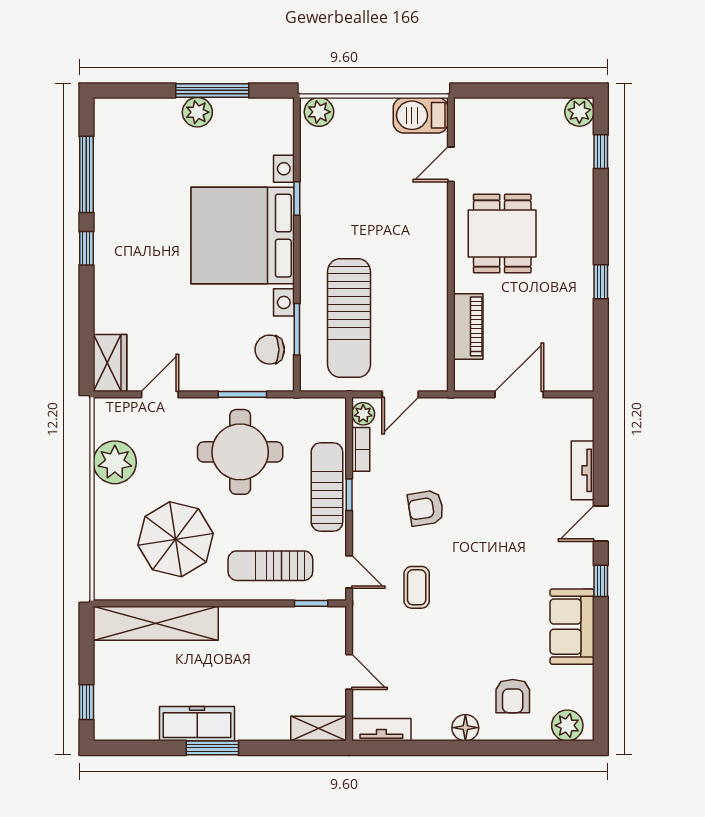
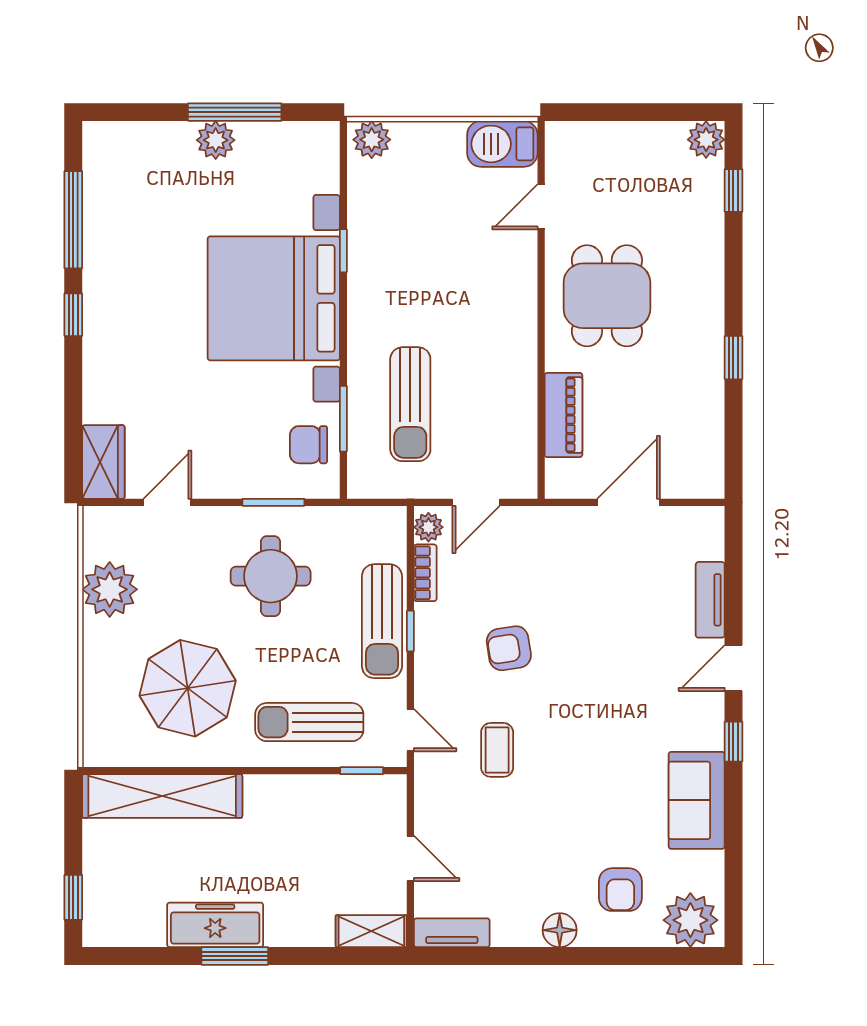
sun lounger: (349, 318) -> (410, 404), width x0.73, depth x0.75
round table: (240, 452) -> (271, 576), width x0.73, depth x0.73
sun lounger: (327, 487) -> (382, 621), turned 180
plant: (567, 725) -> (690, 920), width x1.36, depth x1.36

